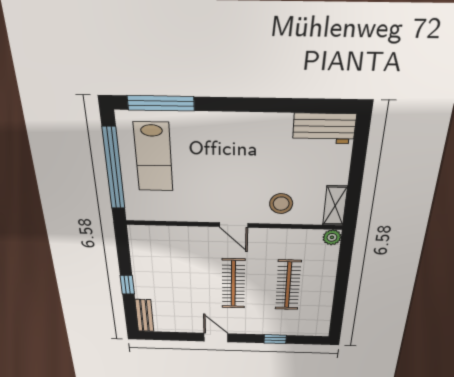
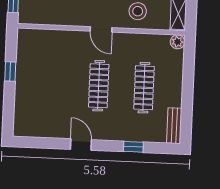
window: (127, 285) -> (10, 71), moved
bench: (144, 315) -> (174, 126), moved

